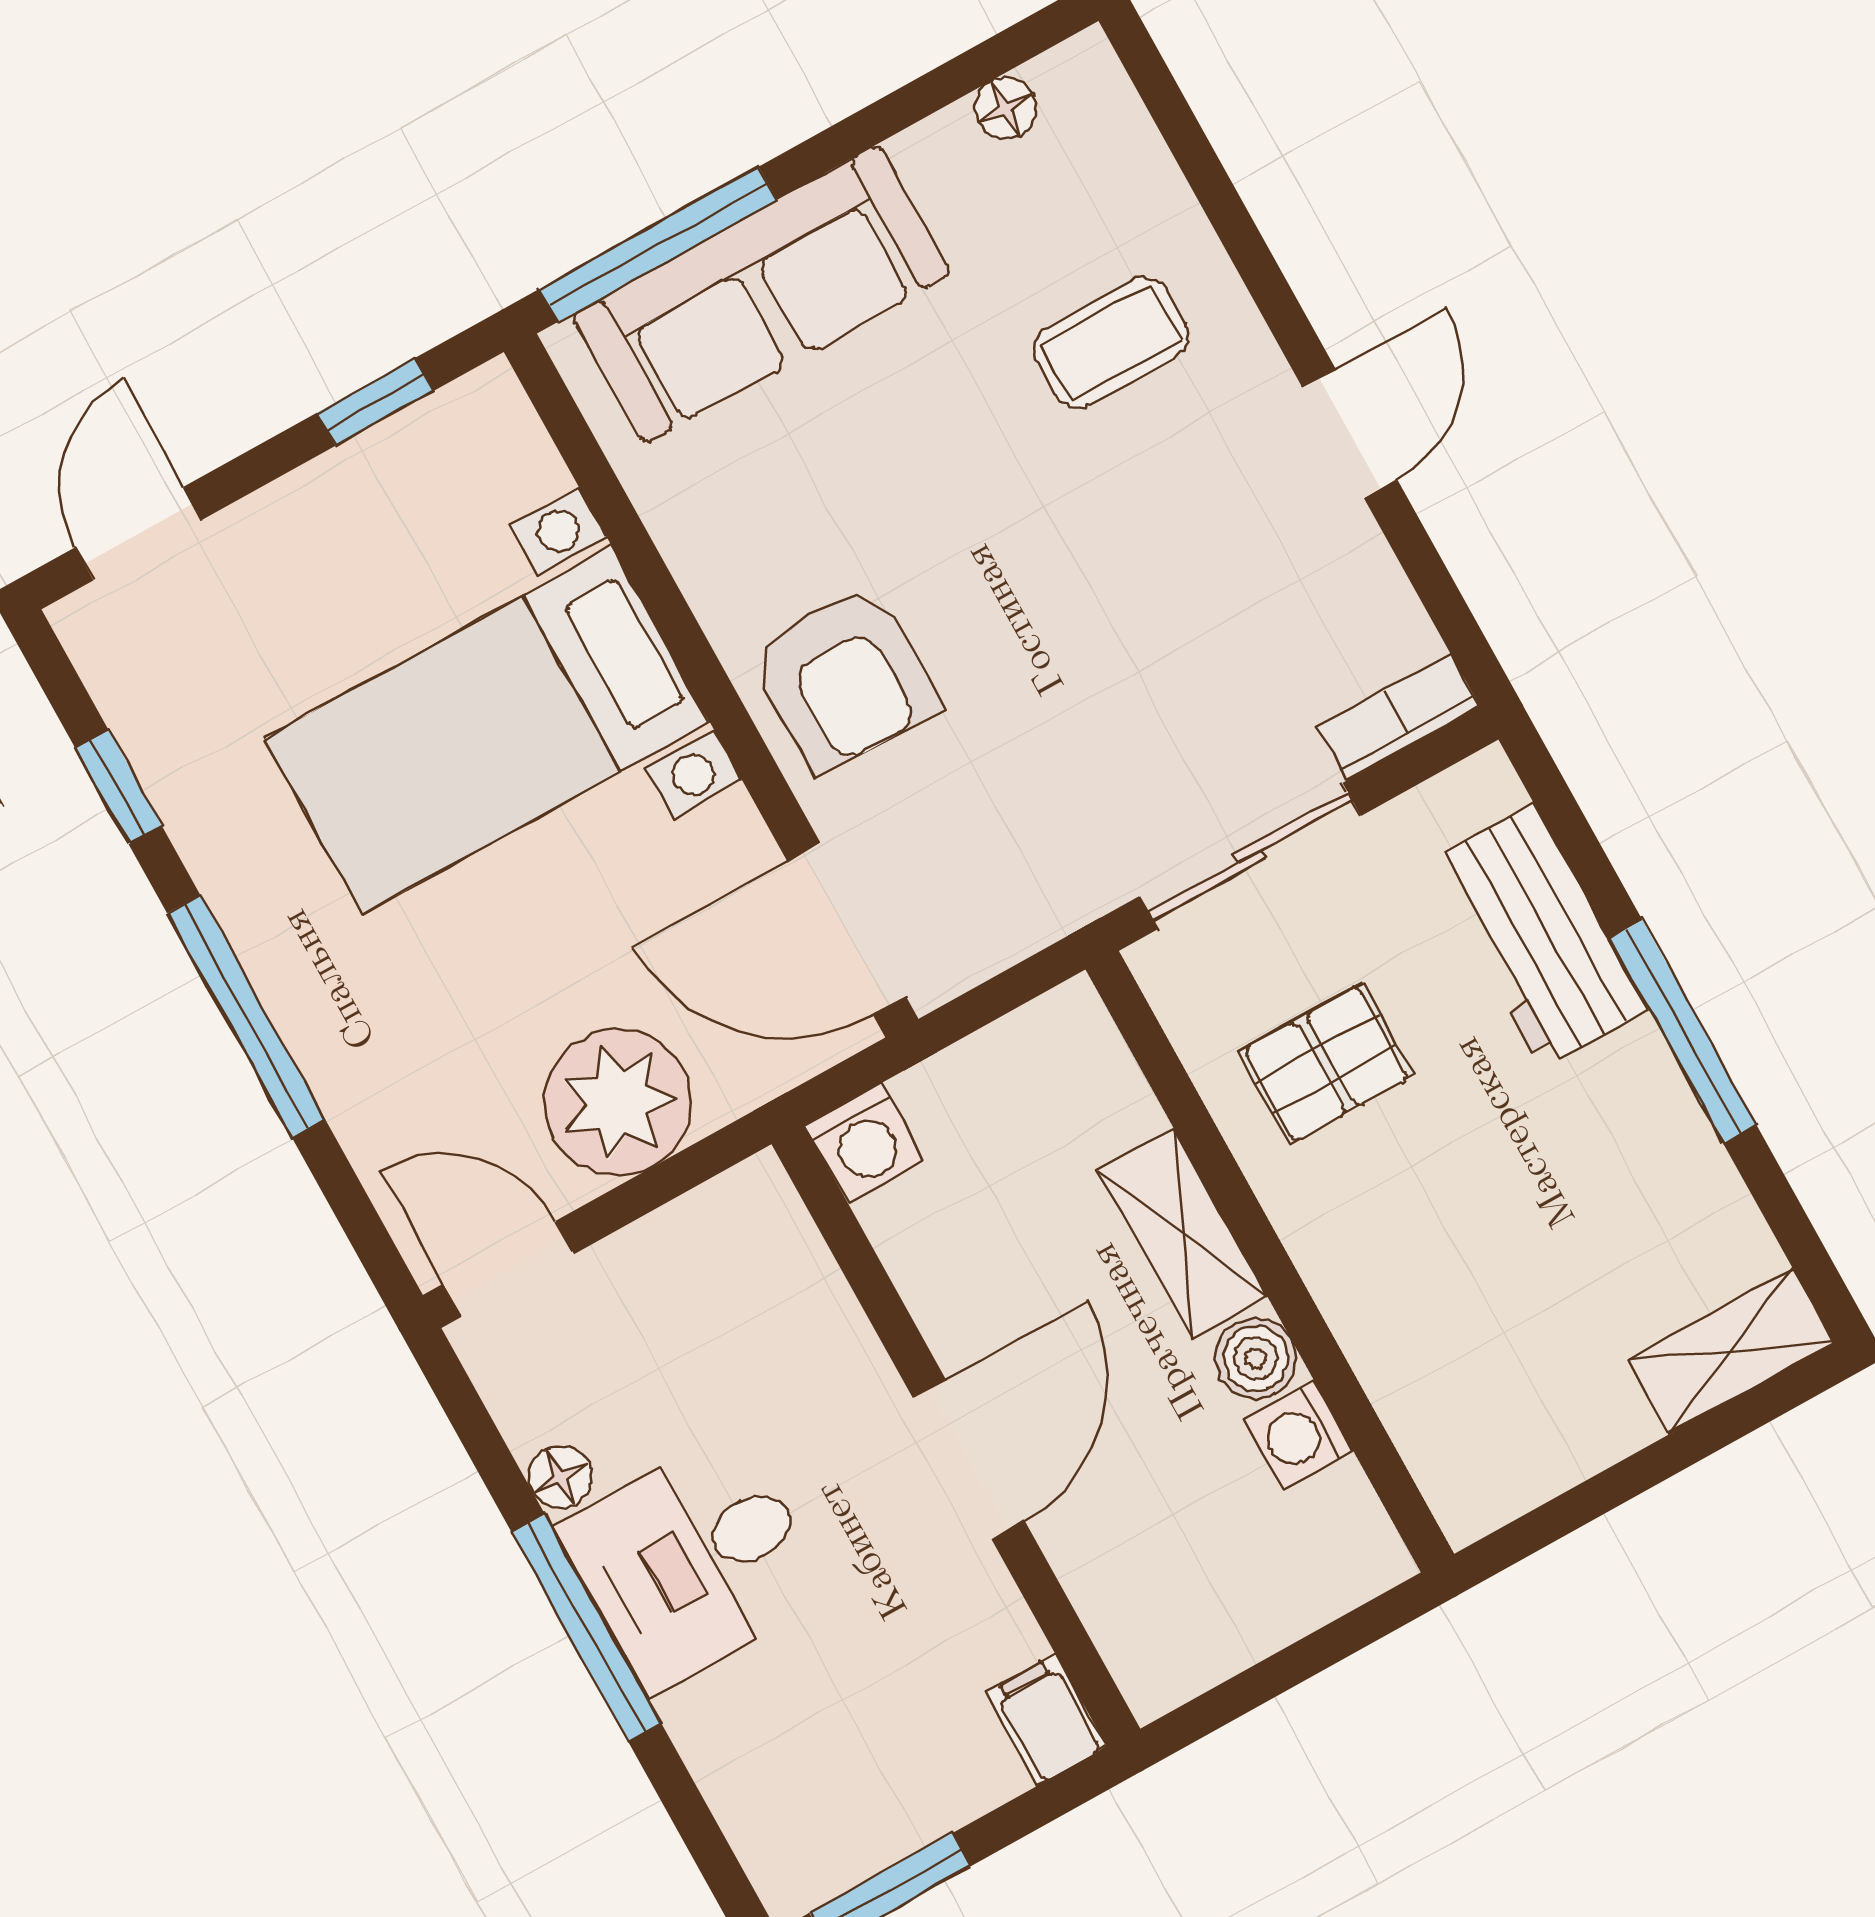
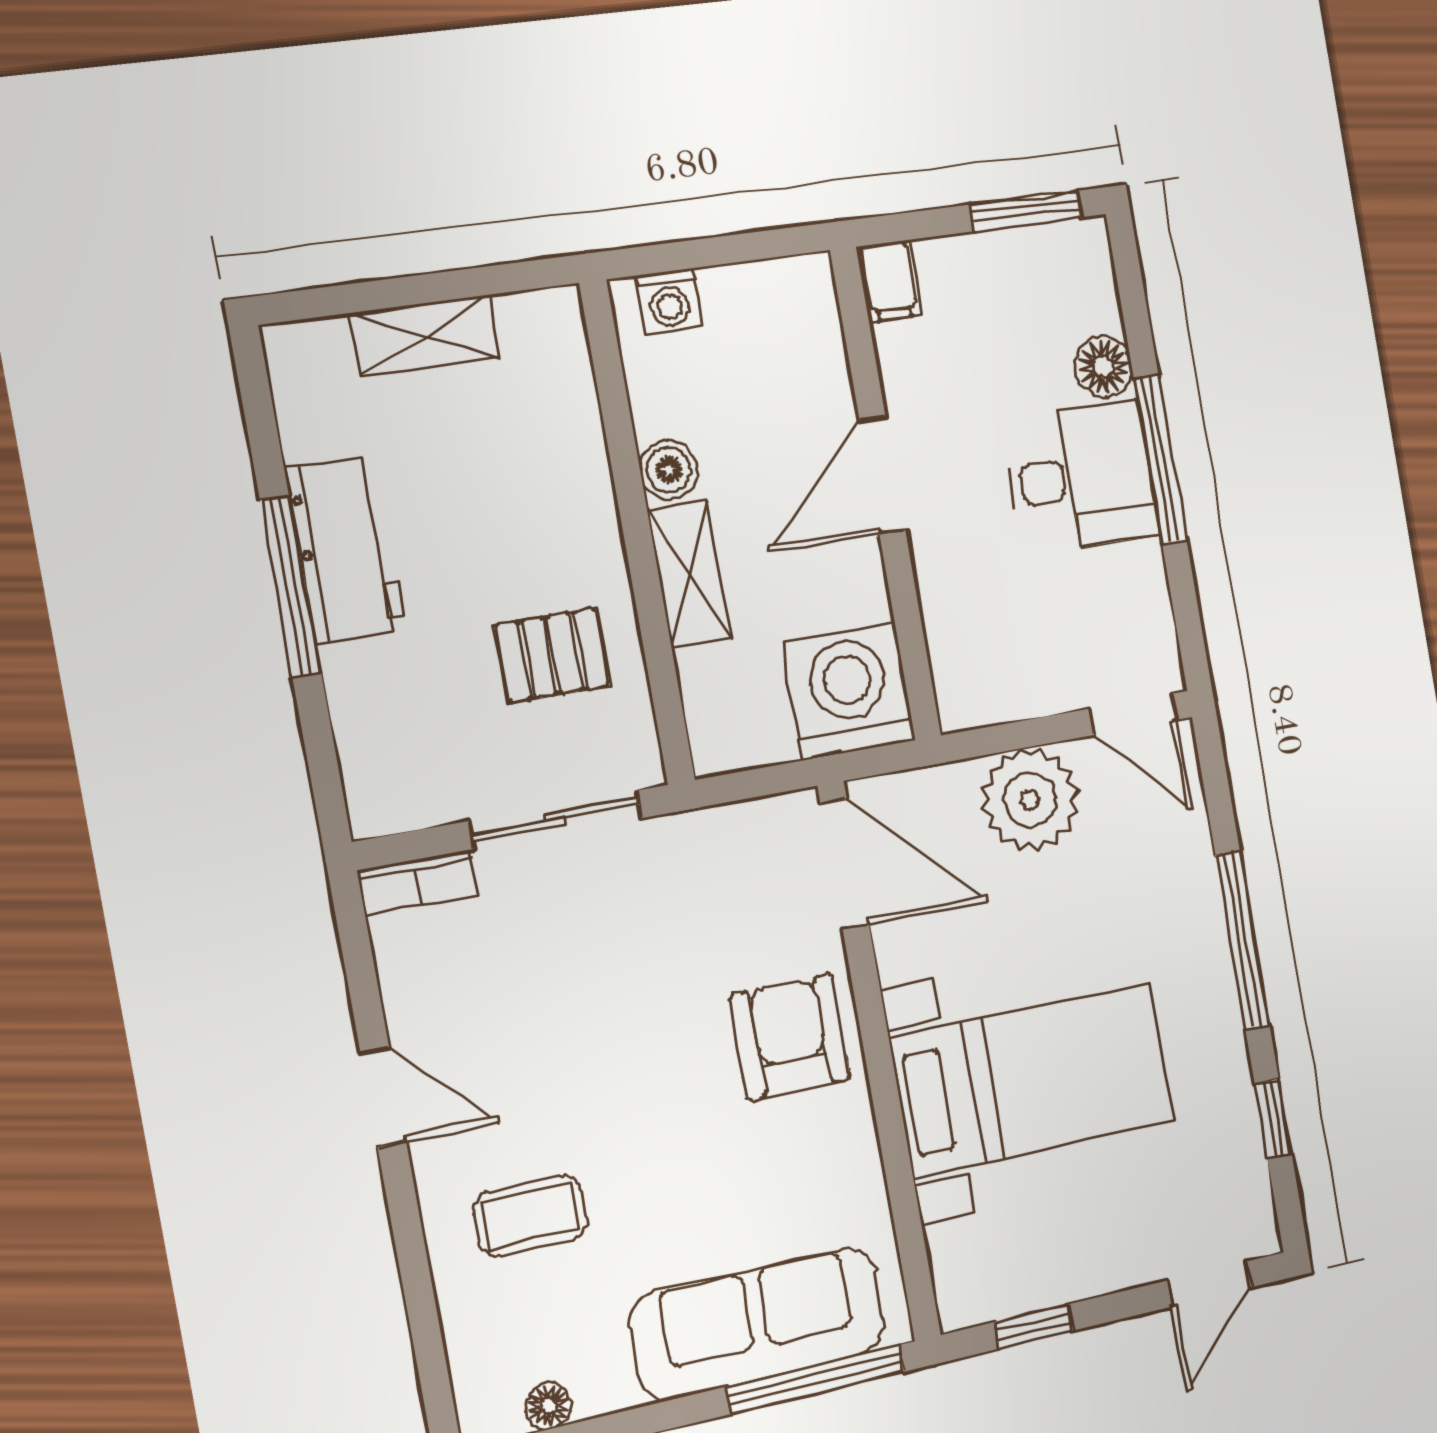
door: (1350, 434) -> (383, 1097), swing flipped
workbench: (1538, 936) -> (346, 549), moved
washing machine: (864, 1143) -> (849, 691), width x1.89, depth x1.89
shelving: (1731, 1351) -> (425, 335), moved
washing machine: (1299, 1435) -> (669, 301), moved, turned 90
floor lamp: (560, 1477) -> (1103, 367), moved, width x1.37, depth x1.37

